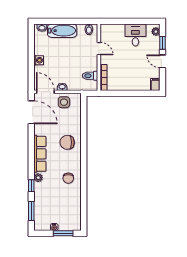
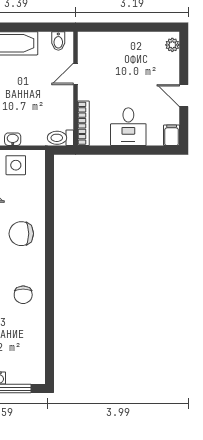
desk: (135, 35) -> (128, 127), moved, turned 180
window: (163, 43) -> (184, 64), removed
door: (99, 49) -> (75, 74), swing flipped
toilet: (90, 76) -> (60, 138), moved

